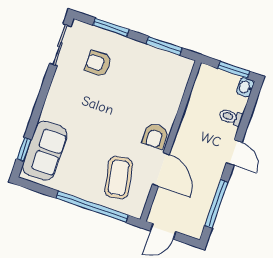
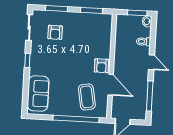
armchair: (98, 64) -> (55, 32), turned -90
window: (24, 149) -> (27, 60), moved

